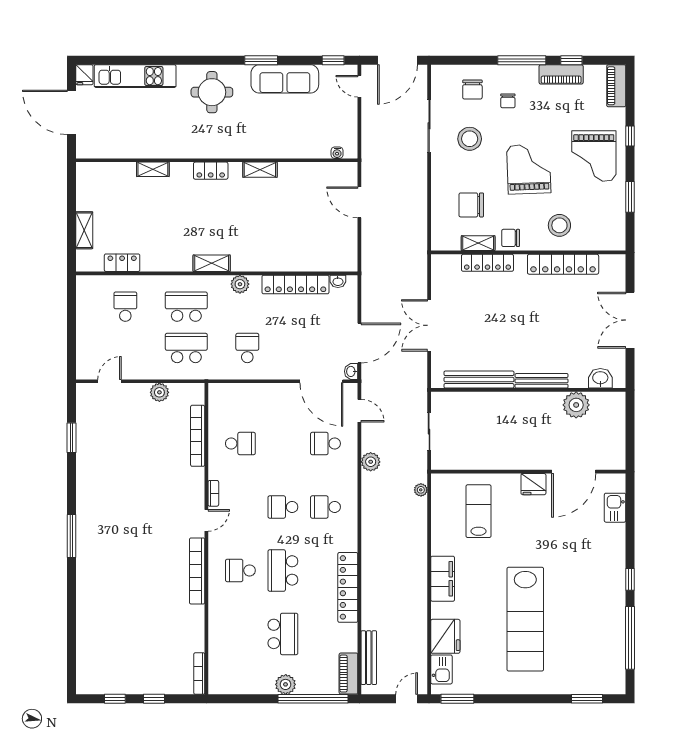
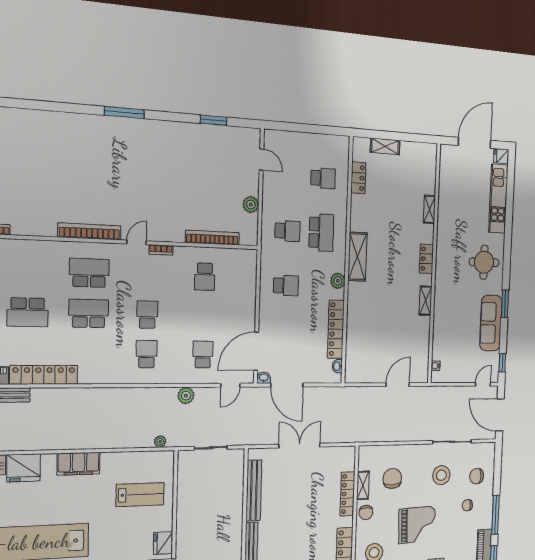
chair: (511, 238) -> (366, 512), turned 180
shelving: (212, 263) -> (357, 257), width x1.50, depth x1.33
school desk: (186, 348) -> (287, 231), width x0.54
door: (206, 520) -> (137, 242), swing flipped
school desk: (240, 570) -> (89, 273), width x1.85
locker: (348, 587) -> (44, 375), moved

